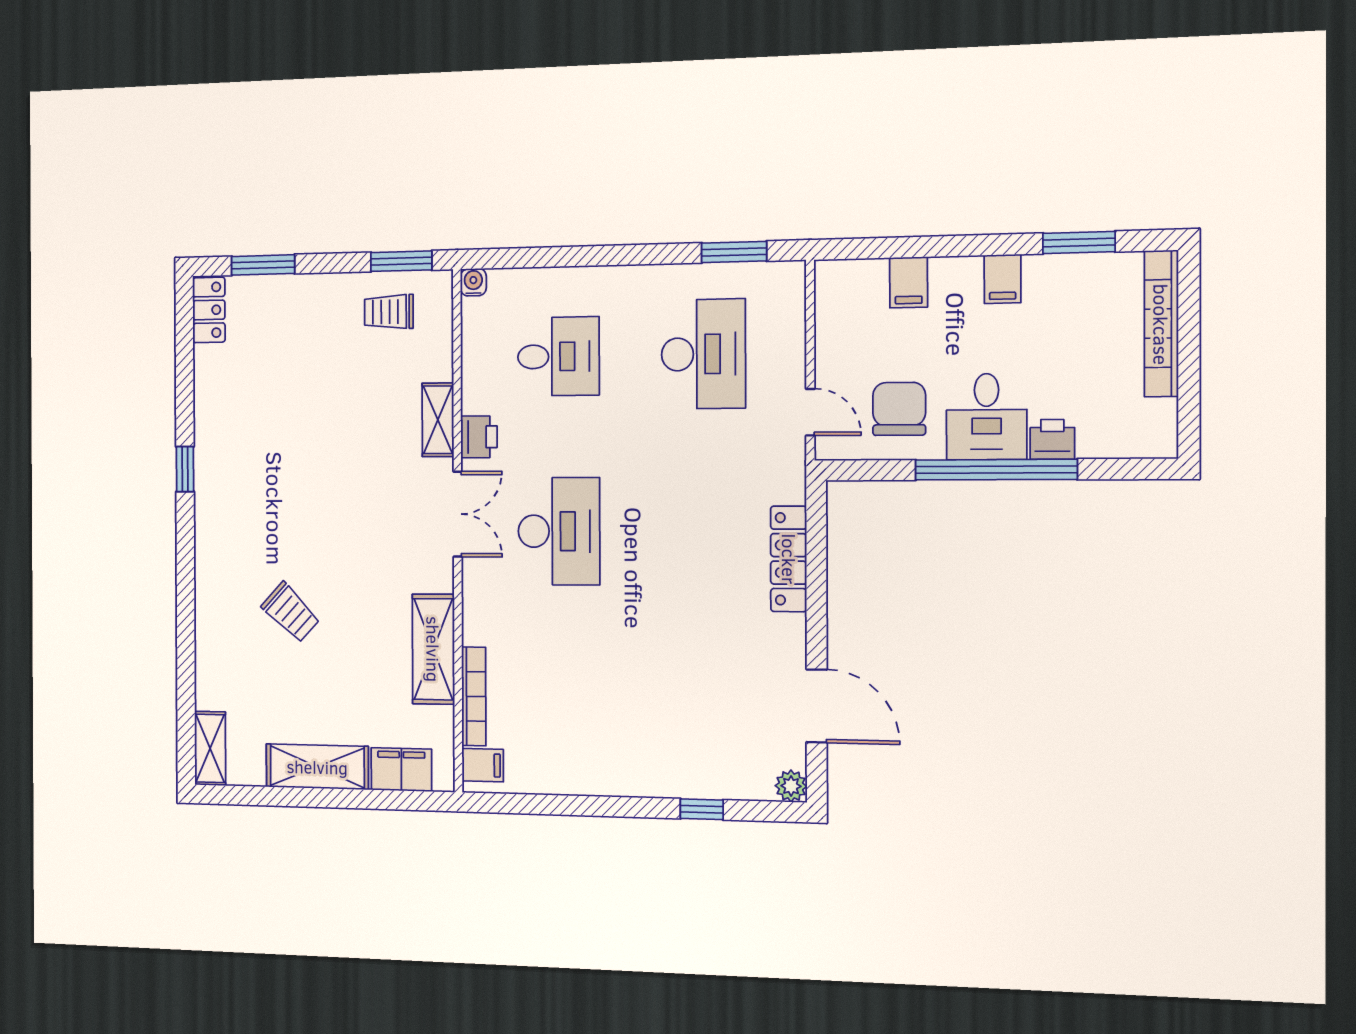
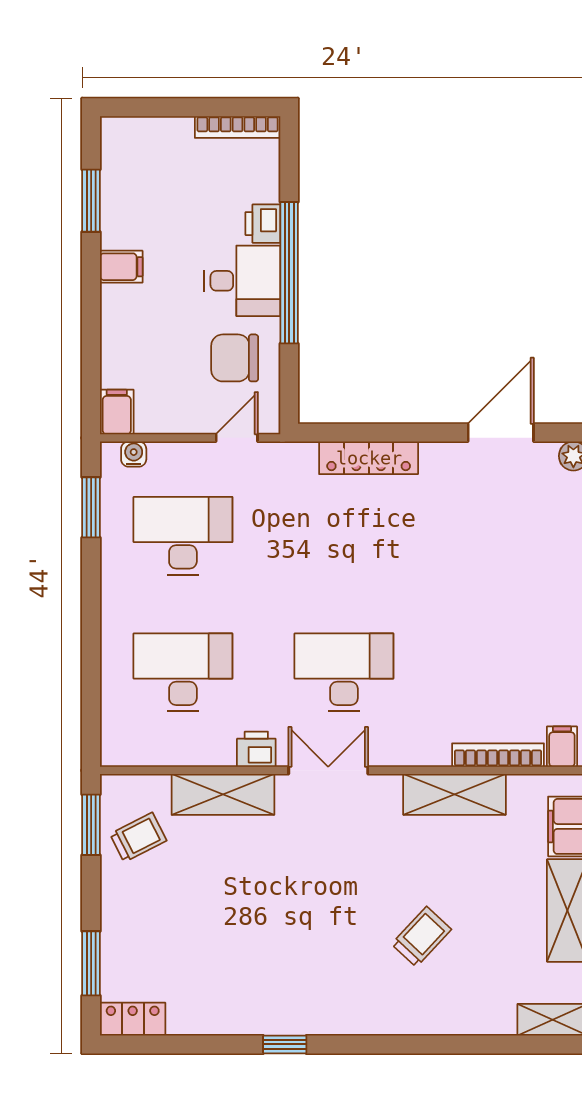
water cooler: (473, 282) -> (134, 454), moved, turned 90
filing cabinet: (909, 282) -> (117, 412), moved, turned -90
trolley: (389, 312) -> (138, 837), turned -117
bookcase: (1161, 324) -> (238, 127), moved, width x0.68, depth x0.76
desk: (558, 356) -> (183, 672), width x1.37
shelving: (438, 420) -> (223, 794), width x1.50, depth x1.33

